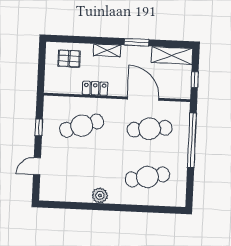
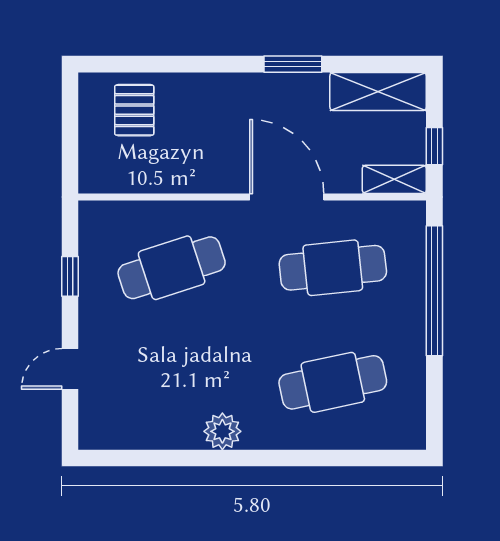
shelving: (107, 50) -> (394, 179), moved
pallet: (69, 59) -> (134, 110), turned 90
locker: (95, 88) -> (199, 178), removed
door: (143, 99) -> (287, 197), moved

